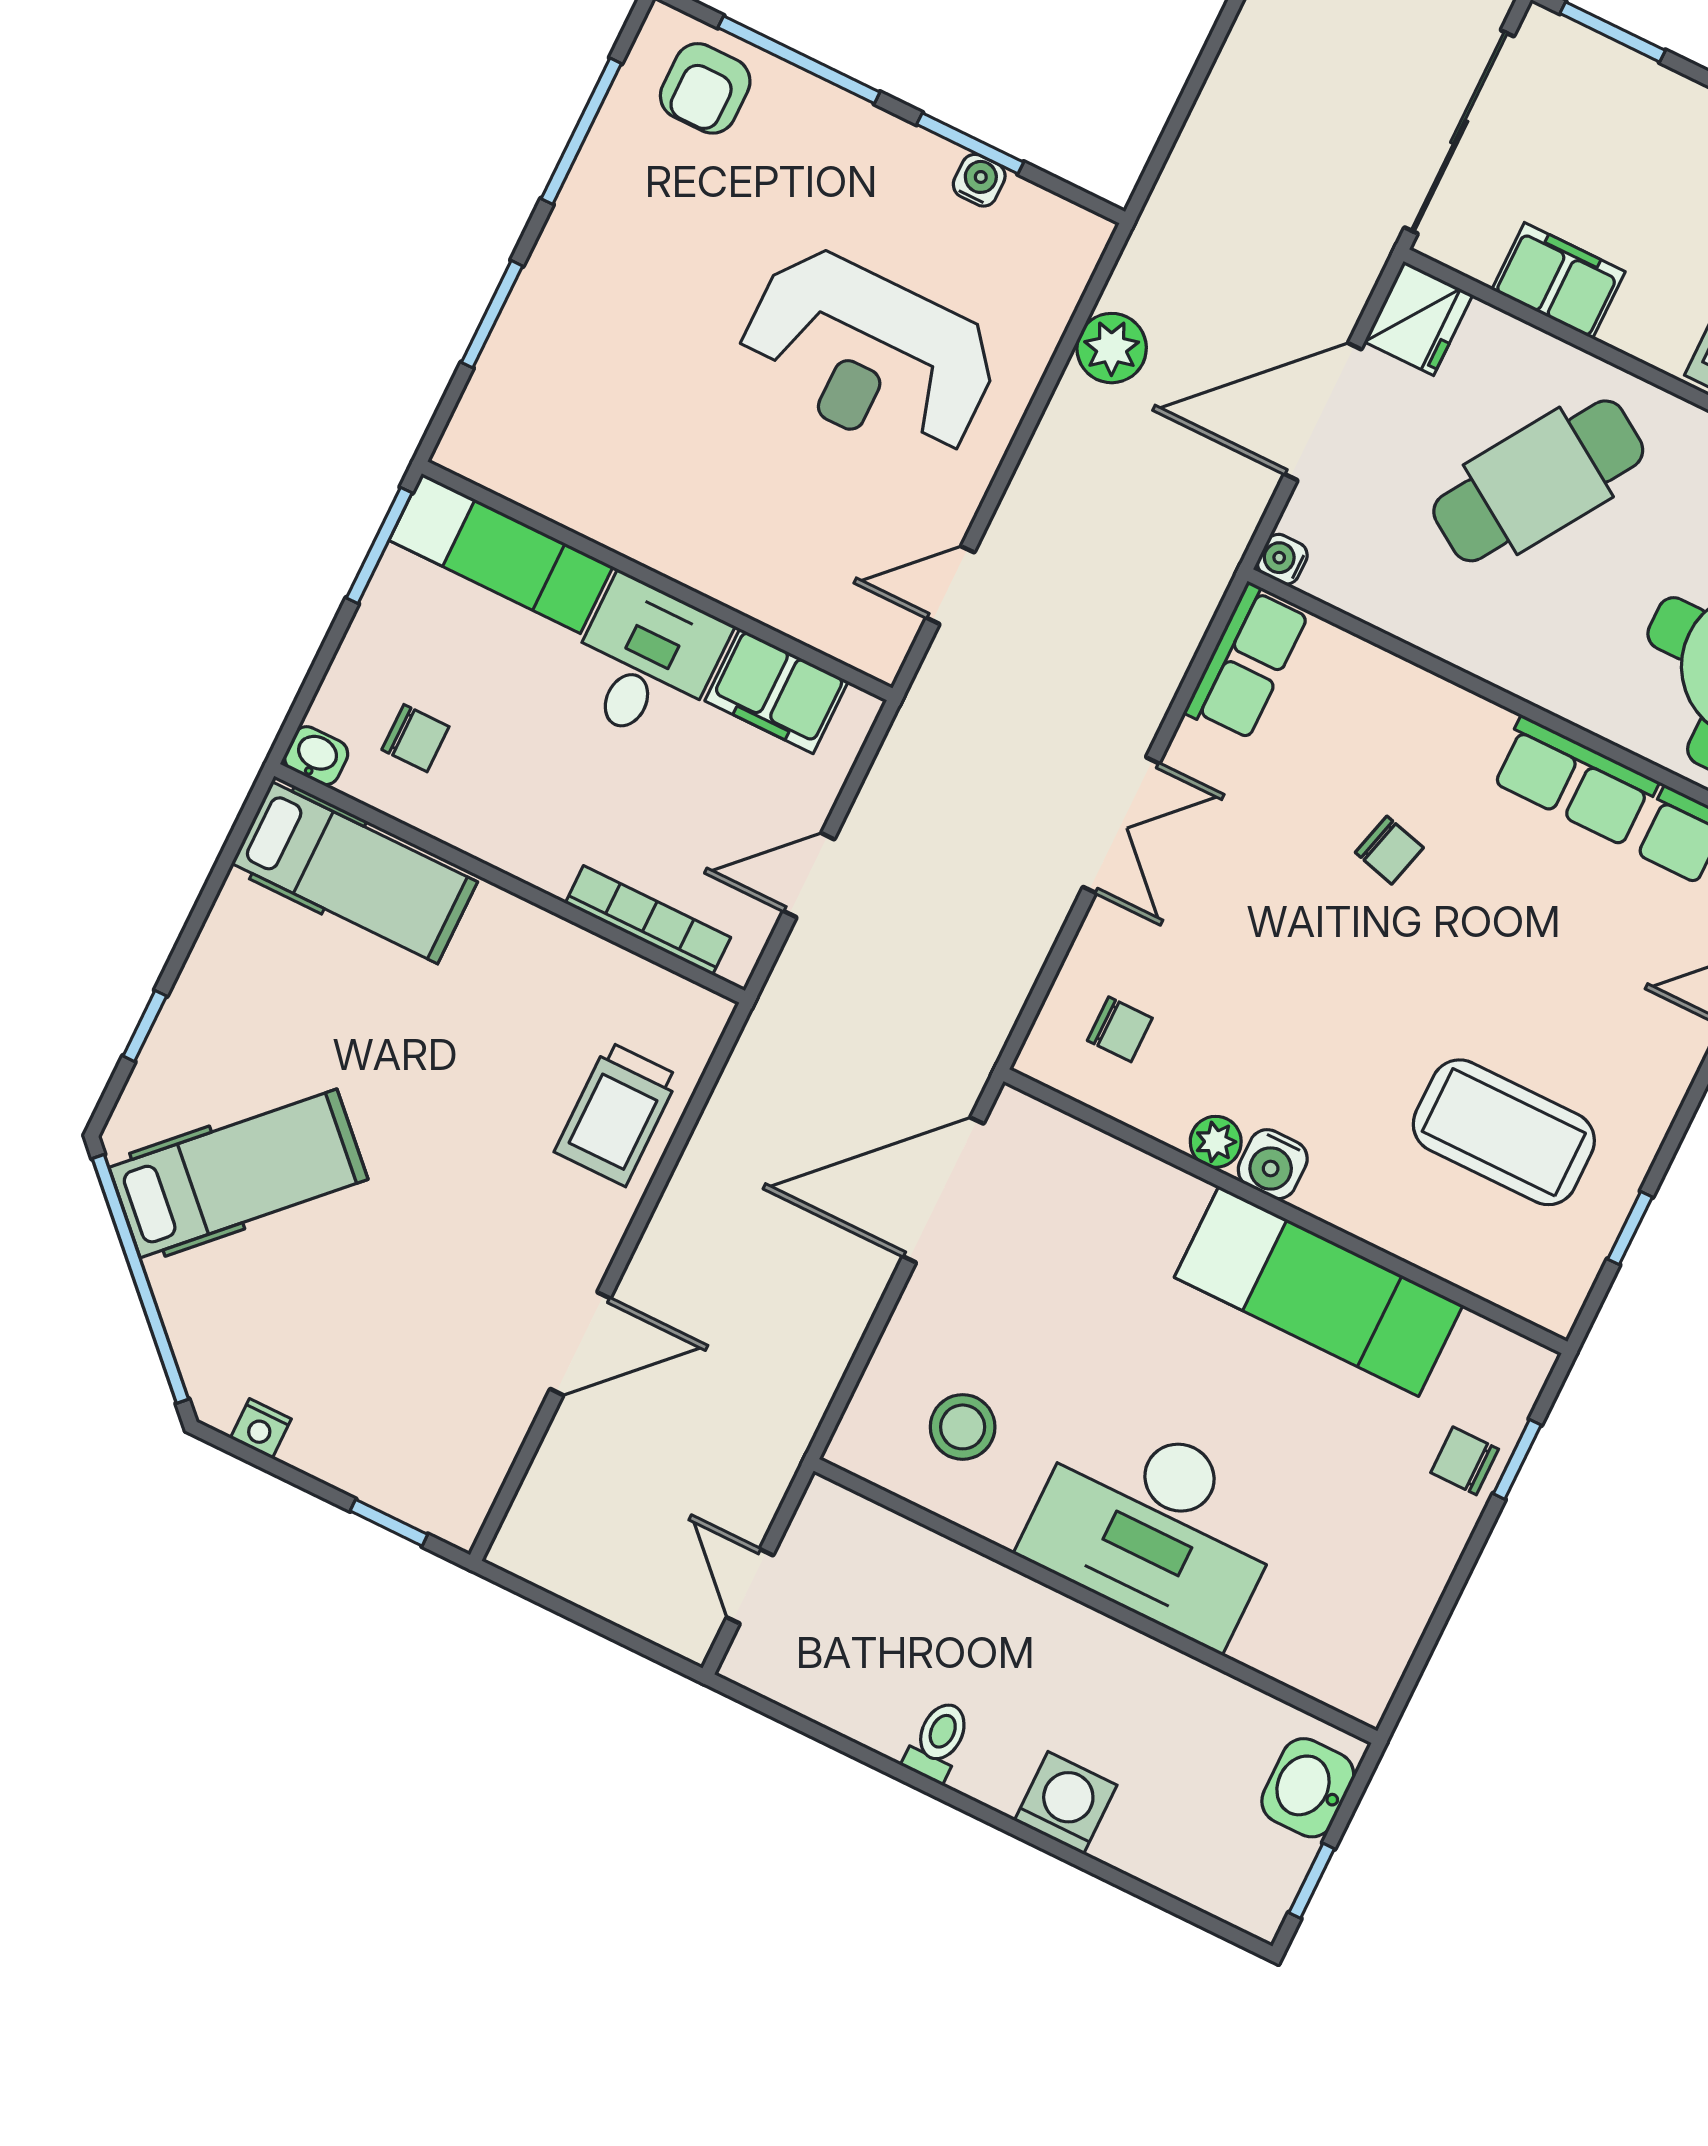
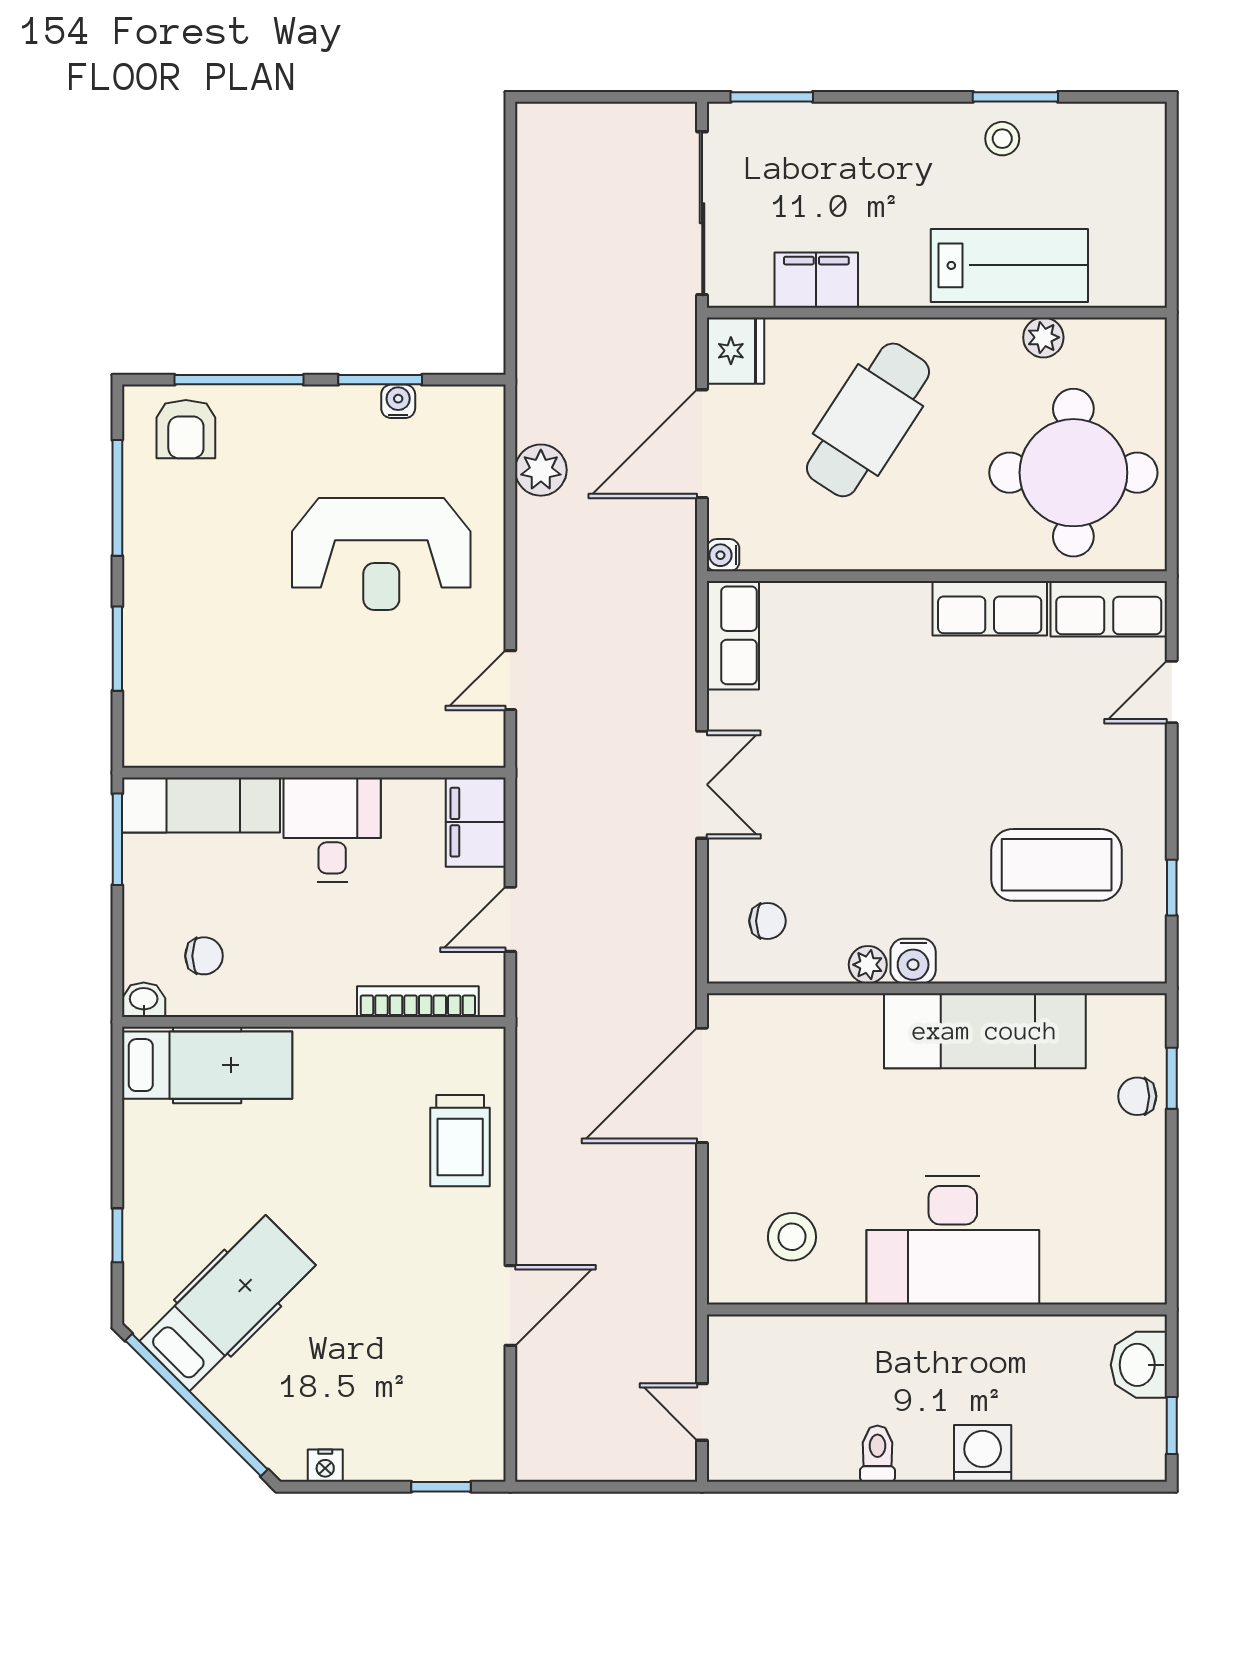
filing cabinet: (777, 691) -> (476, 822), moved, turned 90
chair: (1389, 850) -> (889, 714), removed

